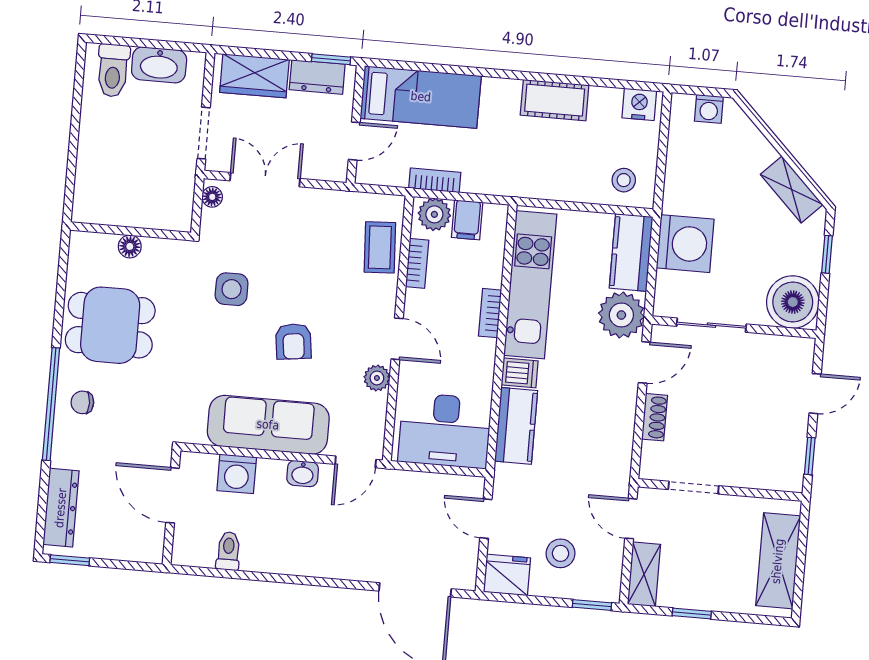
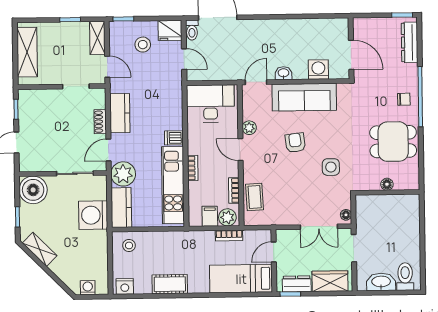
kitchen counter: (516, 426) -> (120, 113), moved, turned 180
toilet: (228, 551) -> (192, 30), moved

